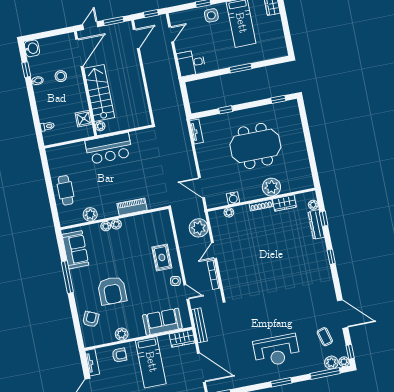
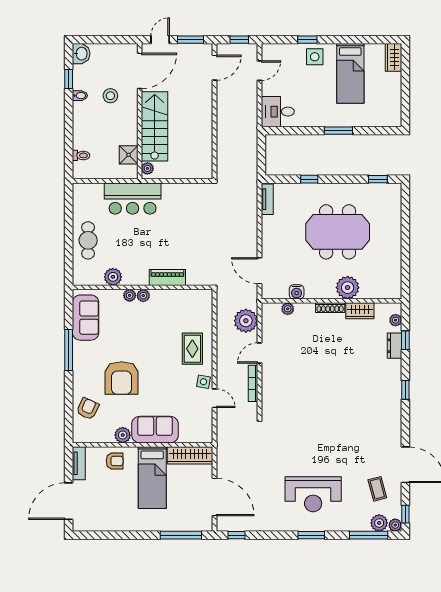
bar counter: (109, 148) -> (133, 199), moved
dresser: (316, 225) -> (394, 346), width x0.70
sofa: (162, 322) -> (155, 430), moved
bench: (199, 325) -> (222, 443), removed
wardrobe: (182, 338) -> (190, 455), width x1.50

